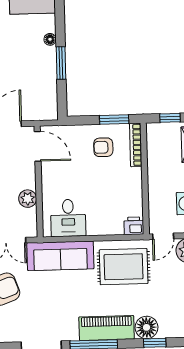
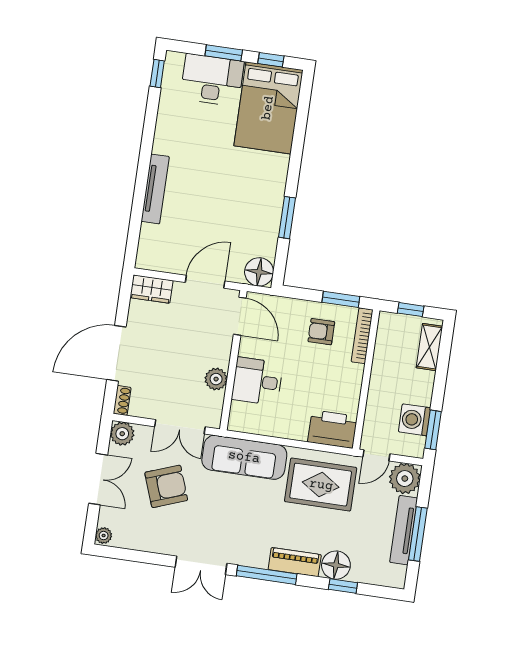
floor lamp: (50, 39) -> (259, 272), moved, width x1.89, depth x1.89
desk: (68, 218) -> (257, 381), moved, turned 90
printer: (134, 226) -> (332, 429), width x1.87, depth x1.48
piano: (107, 328) -> (295, 562), width x0.73, depth x0.75

